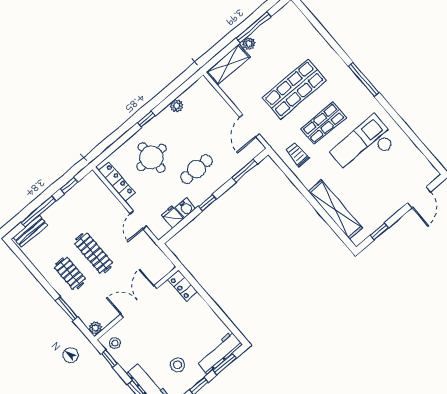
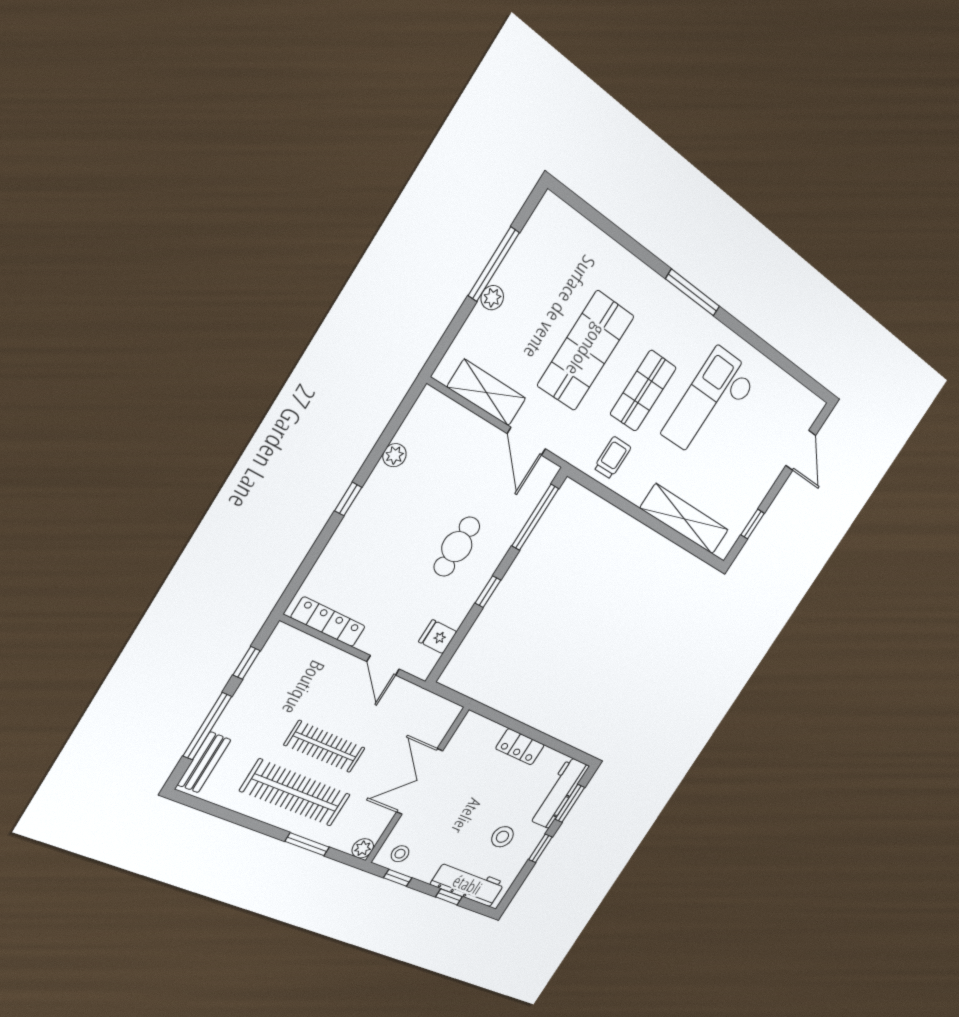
shelving: (228, 65) -> (487, 393), moved, turned 90
trolley: (297, 155) -> (612, 458), turned 90
round table: (151, 157) -> (376, 559), removed
window: (245, 171) -> (535, 517), width x1.44
water cooler: (186, 208) -> (455, 614), removed
clothes rail: (70, 273) -> (296, 793), width x1.86, depth x1.31
locker: (183, 286) -> (520, 747), moved

